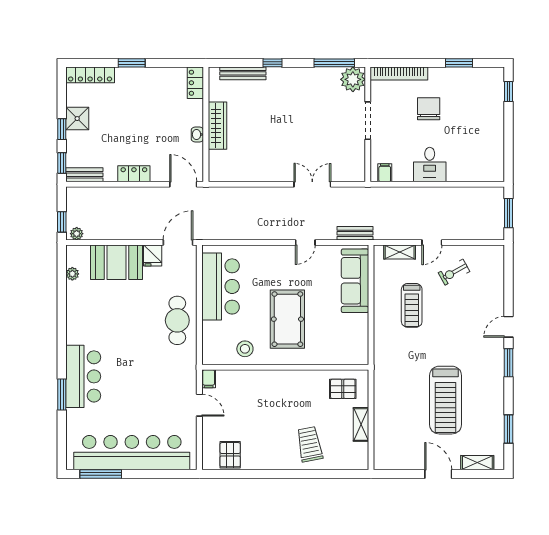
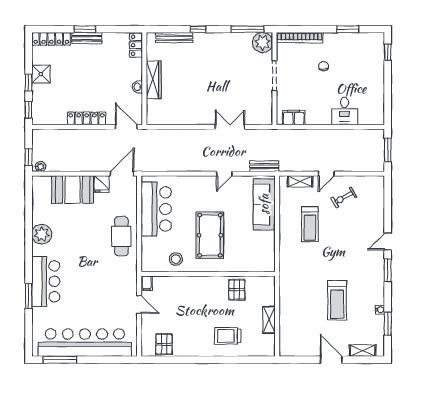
chair: (429, 109) -> (323, 66), width x0.54, depth x0.54
desk: (430, 165) -> (345, 111), moved
filing cabinet: (385, 173) -> (294, 118), width x2.00
locker: (134, 174) -> (87, 118), width x1.53
bench: (84, 175) -> (87, 38), moved
plant: (72, 274) -> (42, 234), moved, width x1.88, depth x1.88
pallet: (343, 389) -> (237, 290), moved, turned 90
treadmill: (446, 400) -> (337, 300), width x0.73, depth x0.73
water cooler: (499, 412) -> (380, 310), added
trolley: (310, 444) -> (228, 336), turned -79

